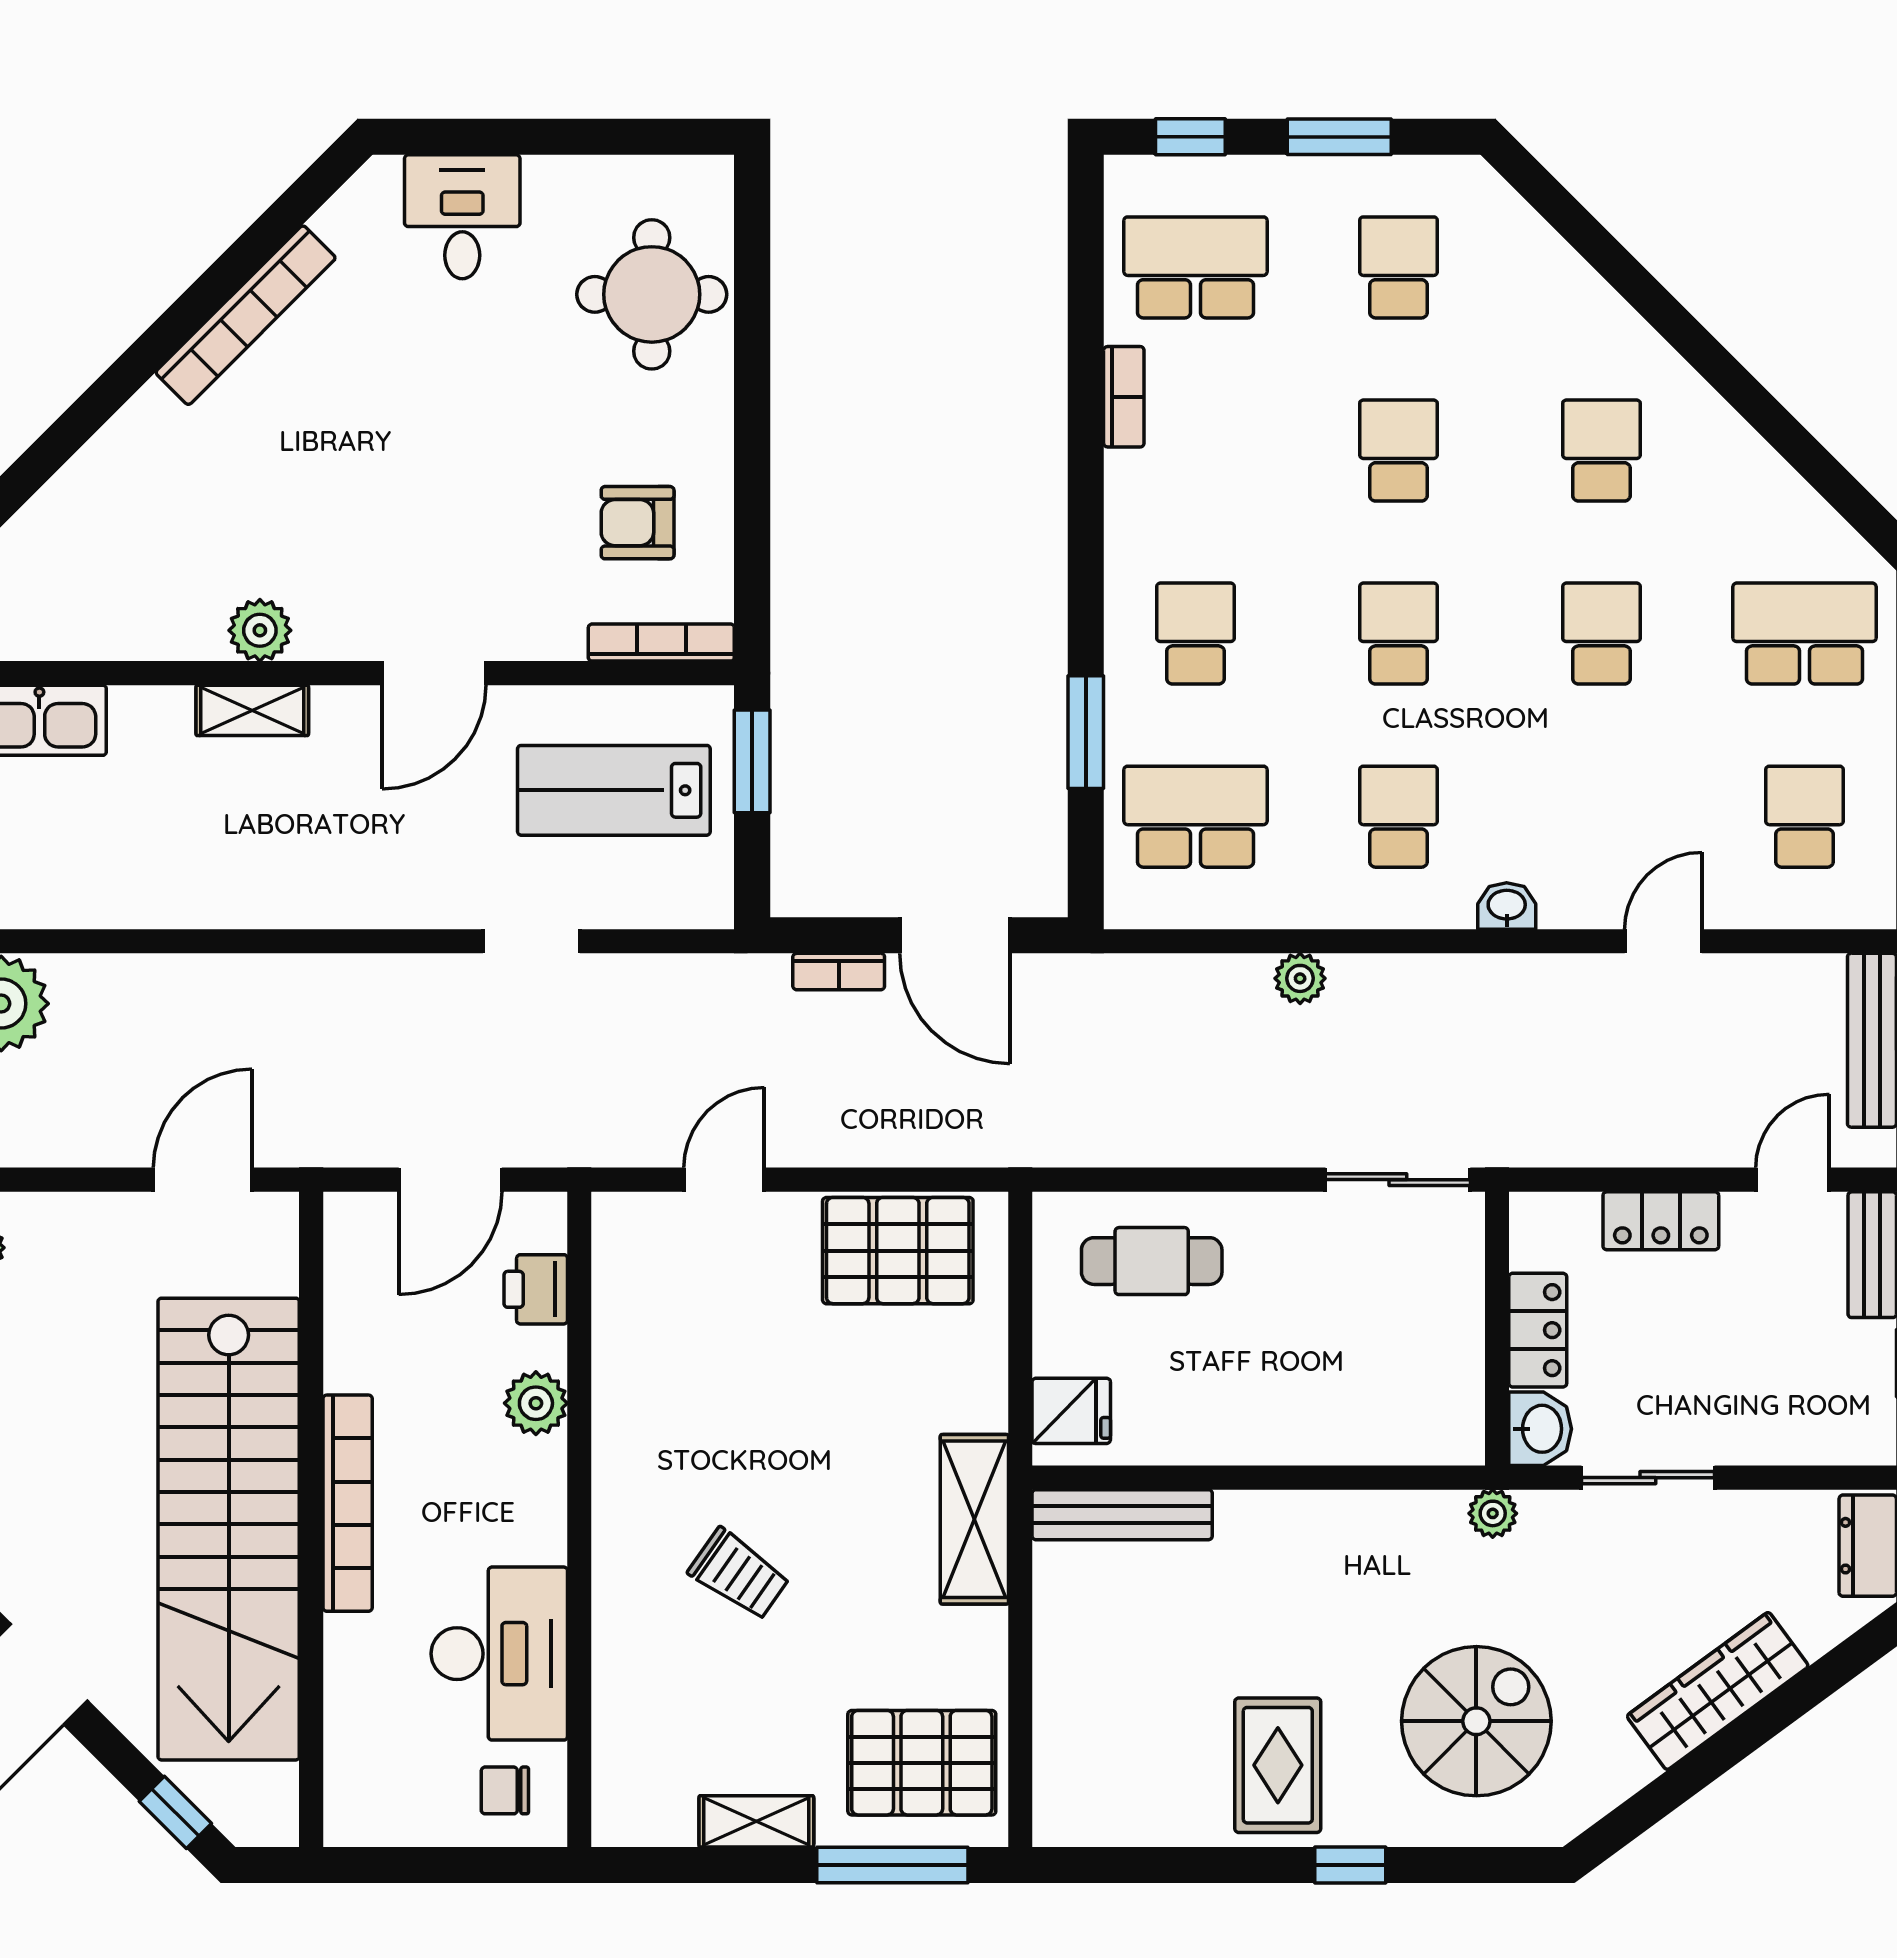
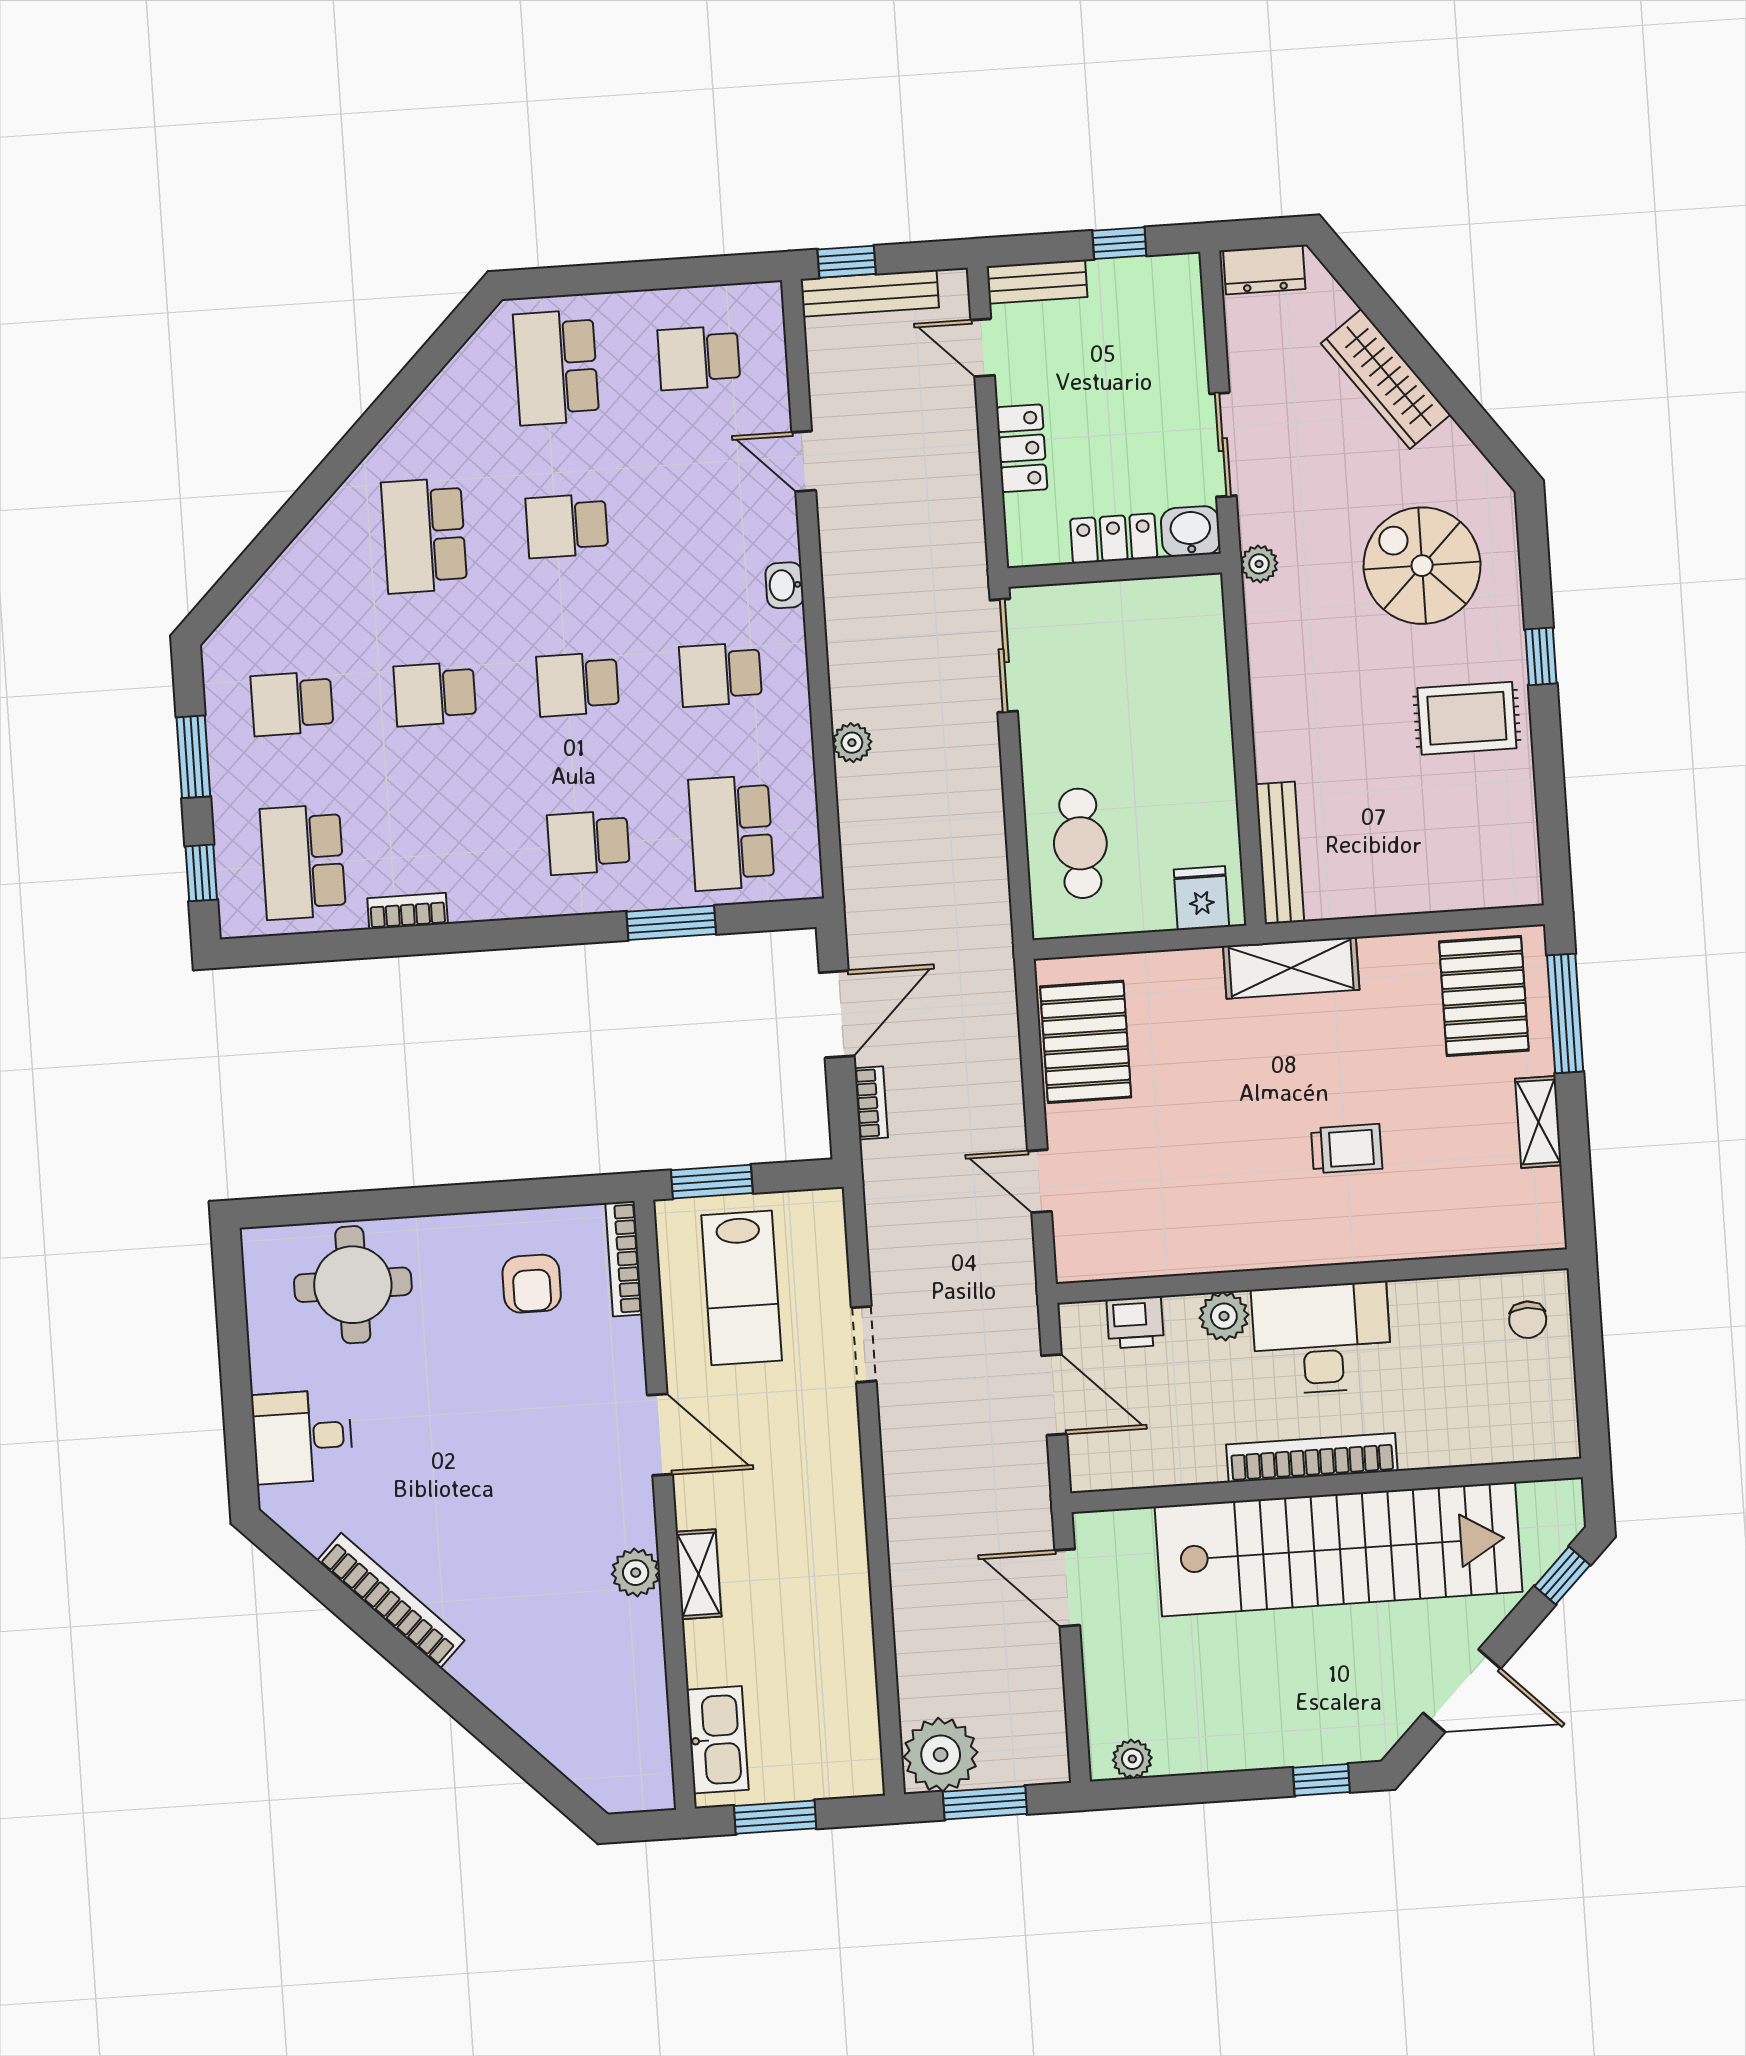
school desk: (1601, 450) -> (424, 536), width x1.85
trolley: (739, 1574) -> (1347, 1149), turned 55
desk: (499, 1654) -> (1322, 1338), moved

